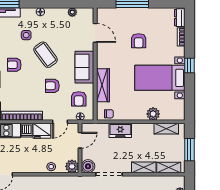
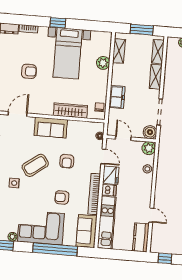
armchair: (14, 65) -> (62, 197), moved, turned 90
armchair: (79, 99) -> (82, 136), removed

